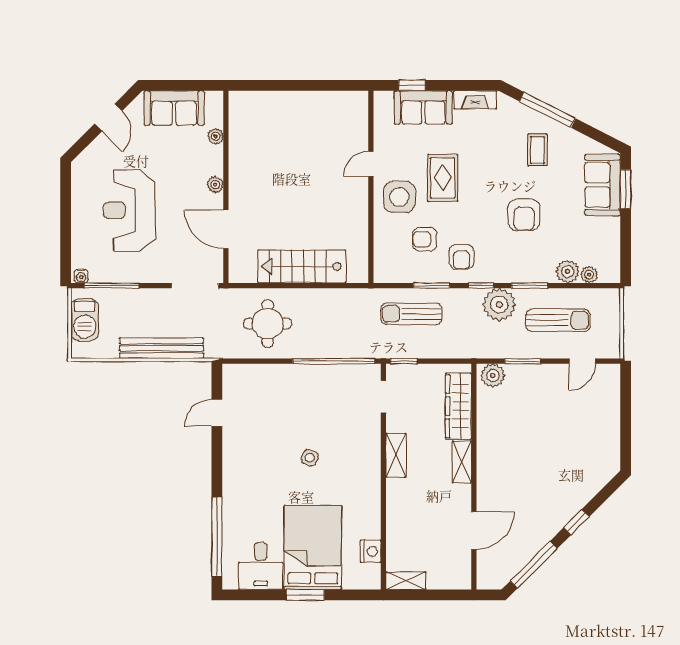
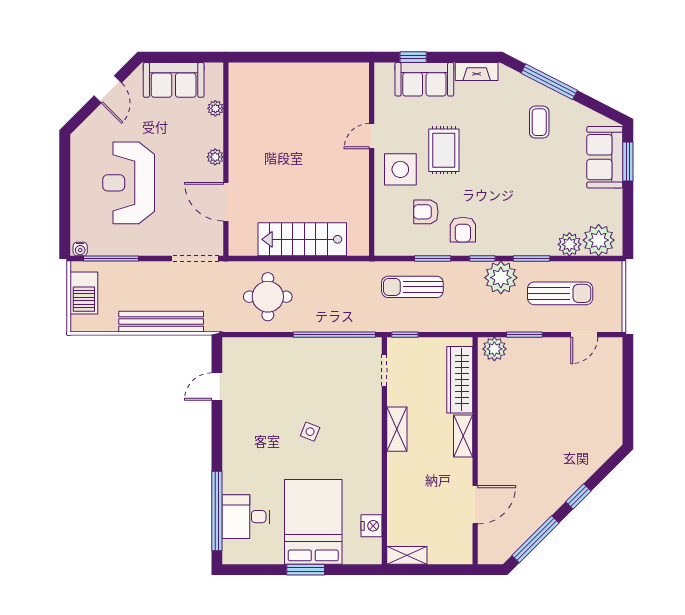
armchair: (524, 215) -> (526, 187), removed
plant: (589, 275) -> (599, 240), width x1.87, depth x1.87
desk: (261, 566) -> (246, 517), moved, turned 90

